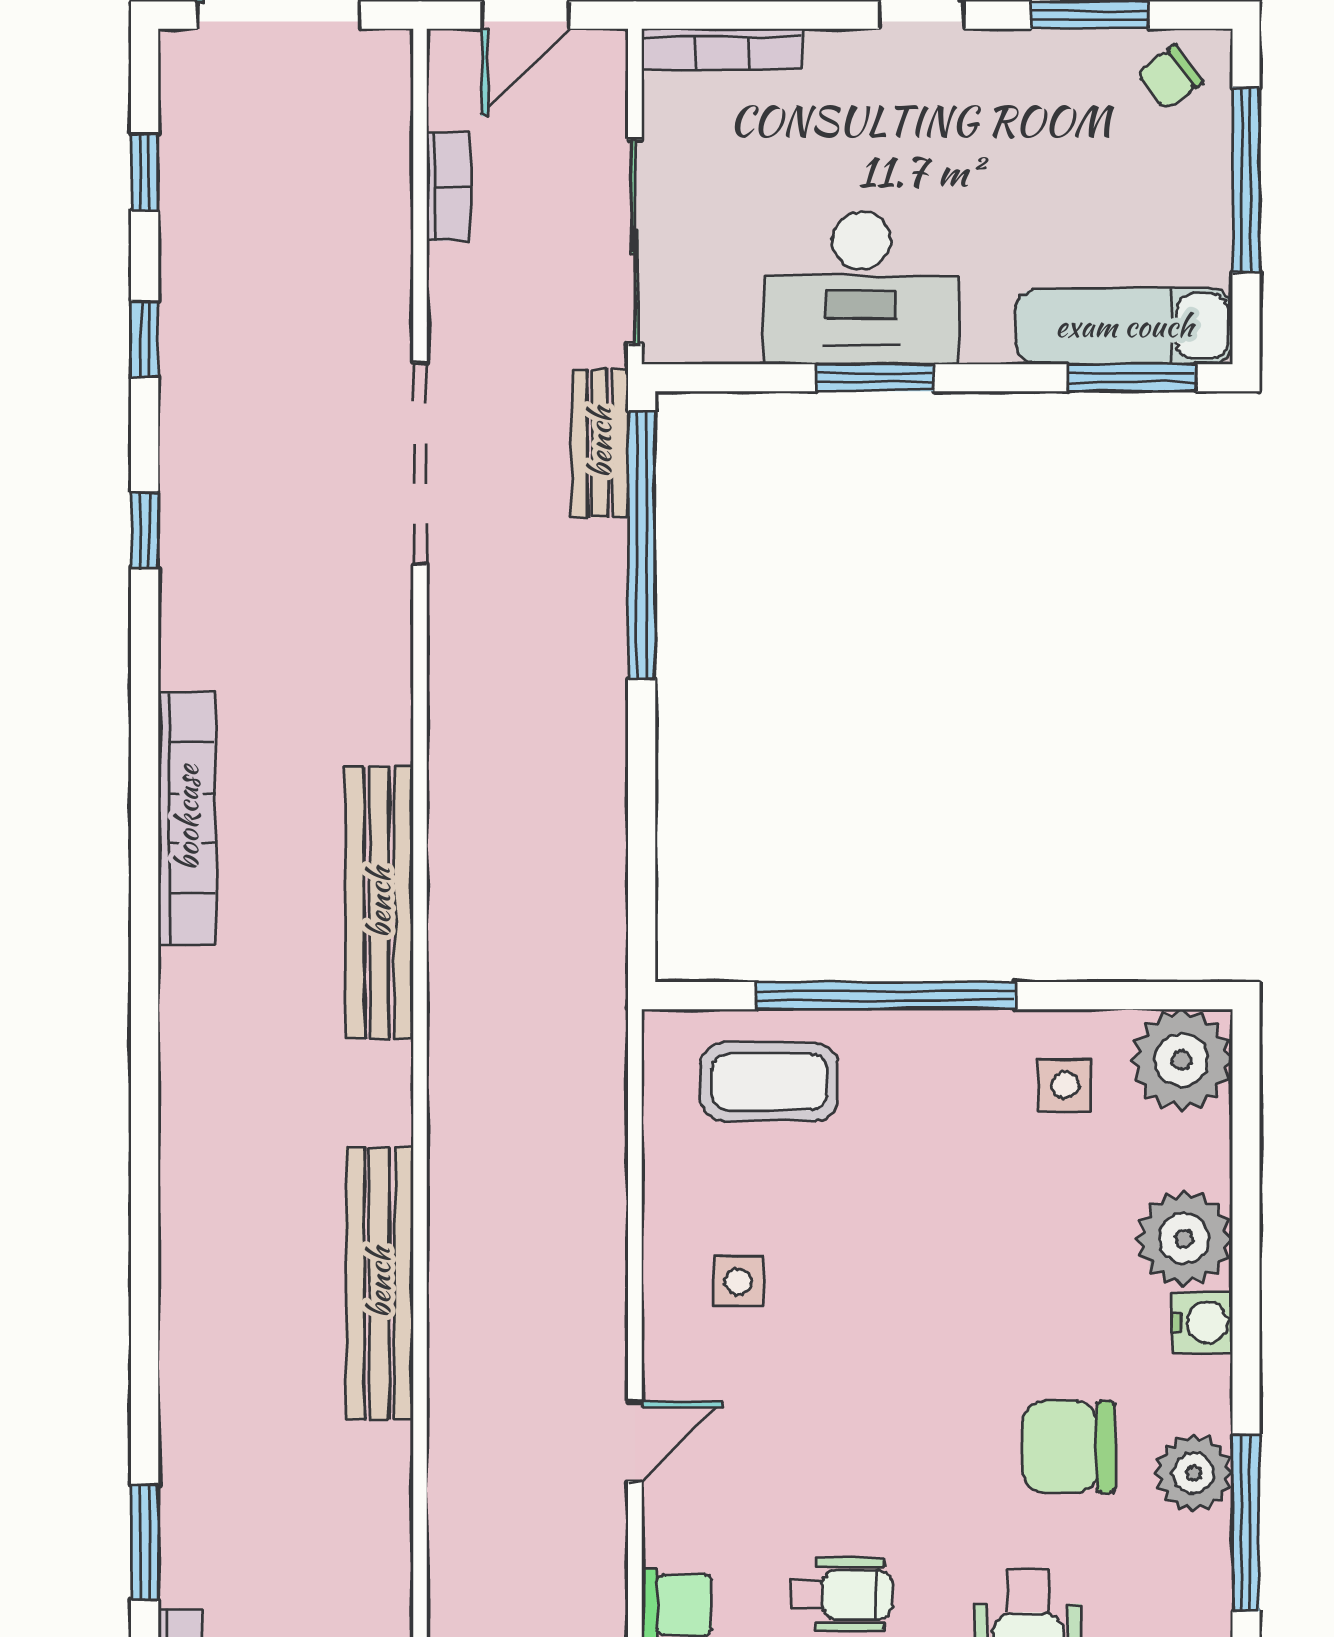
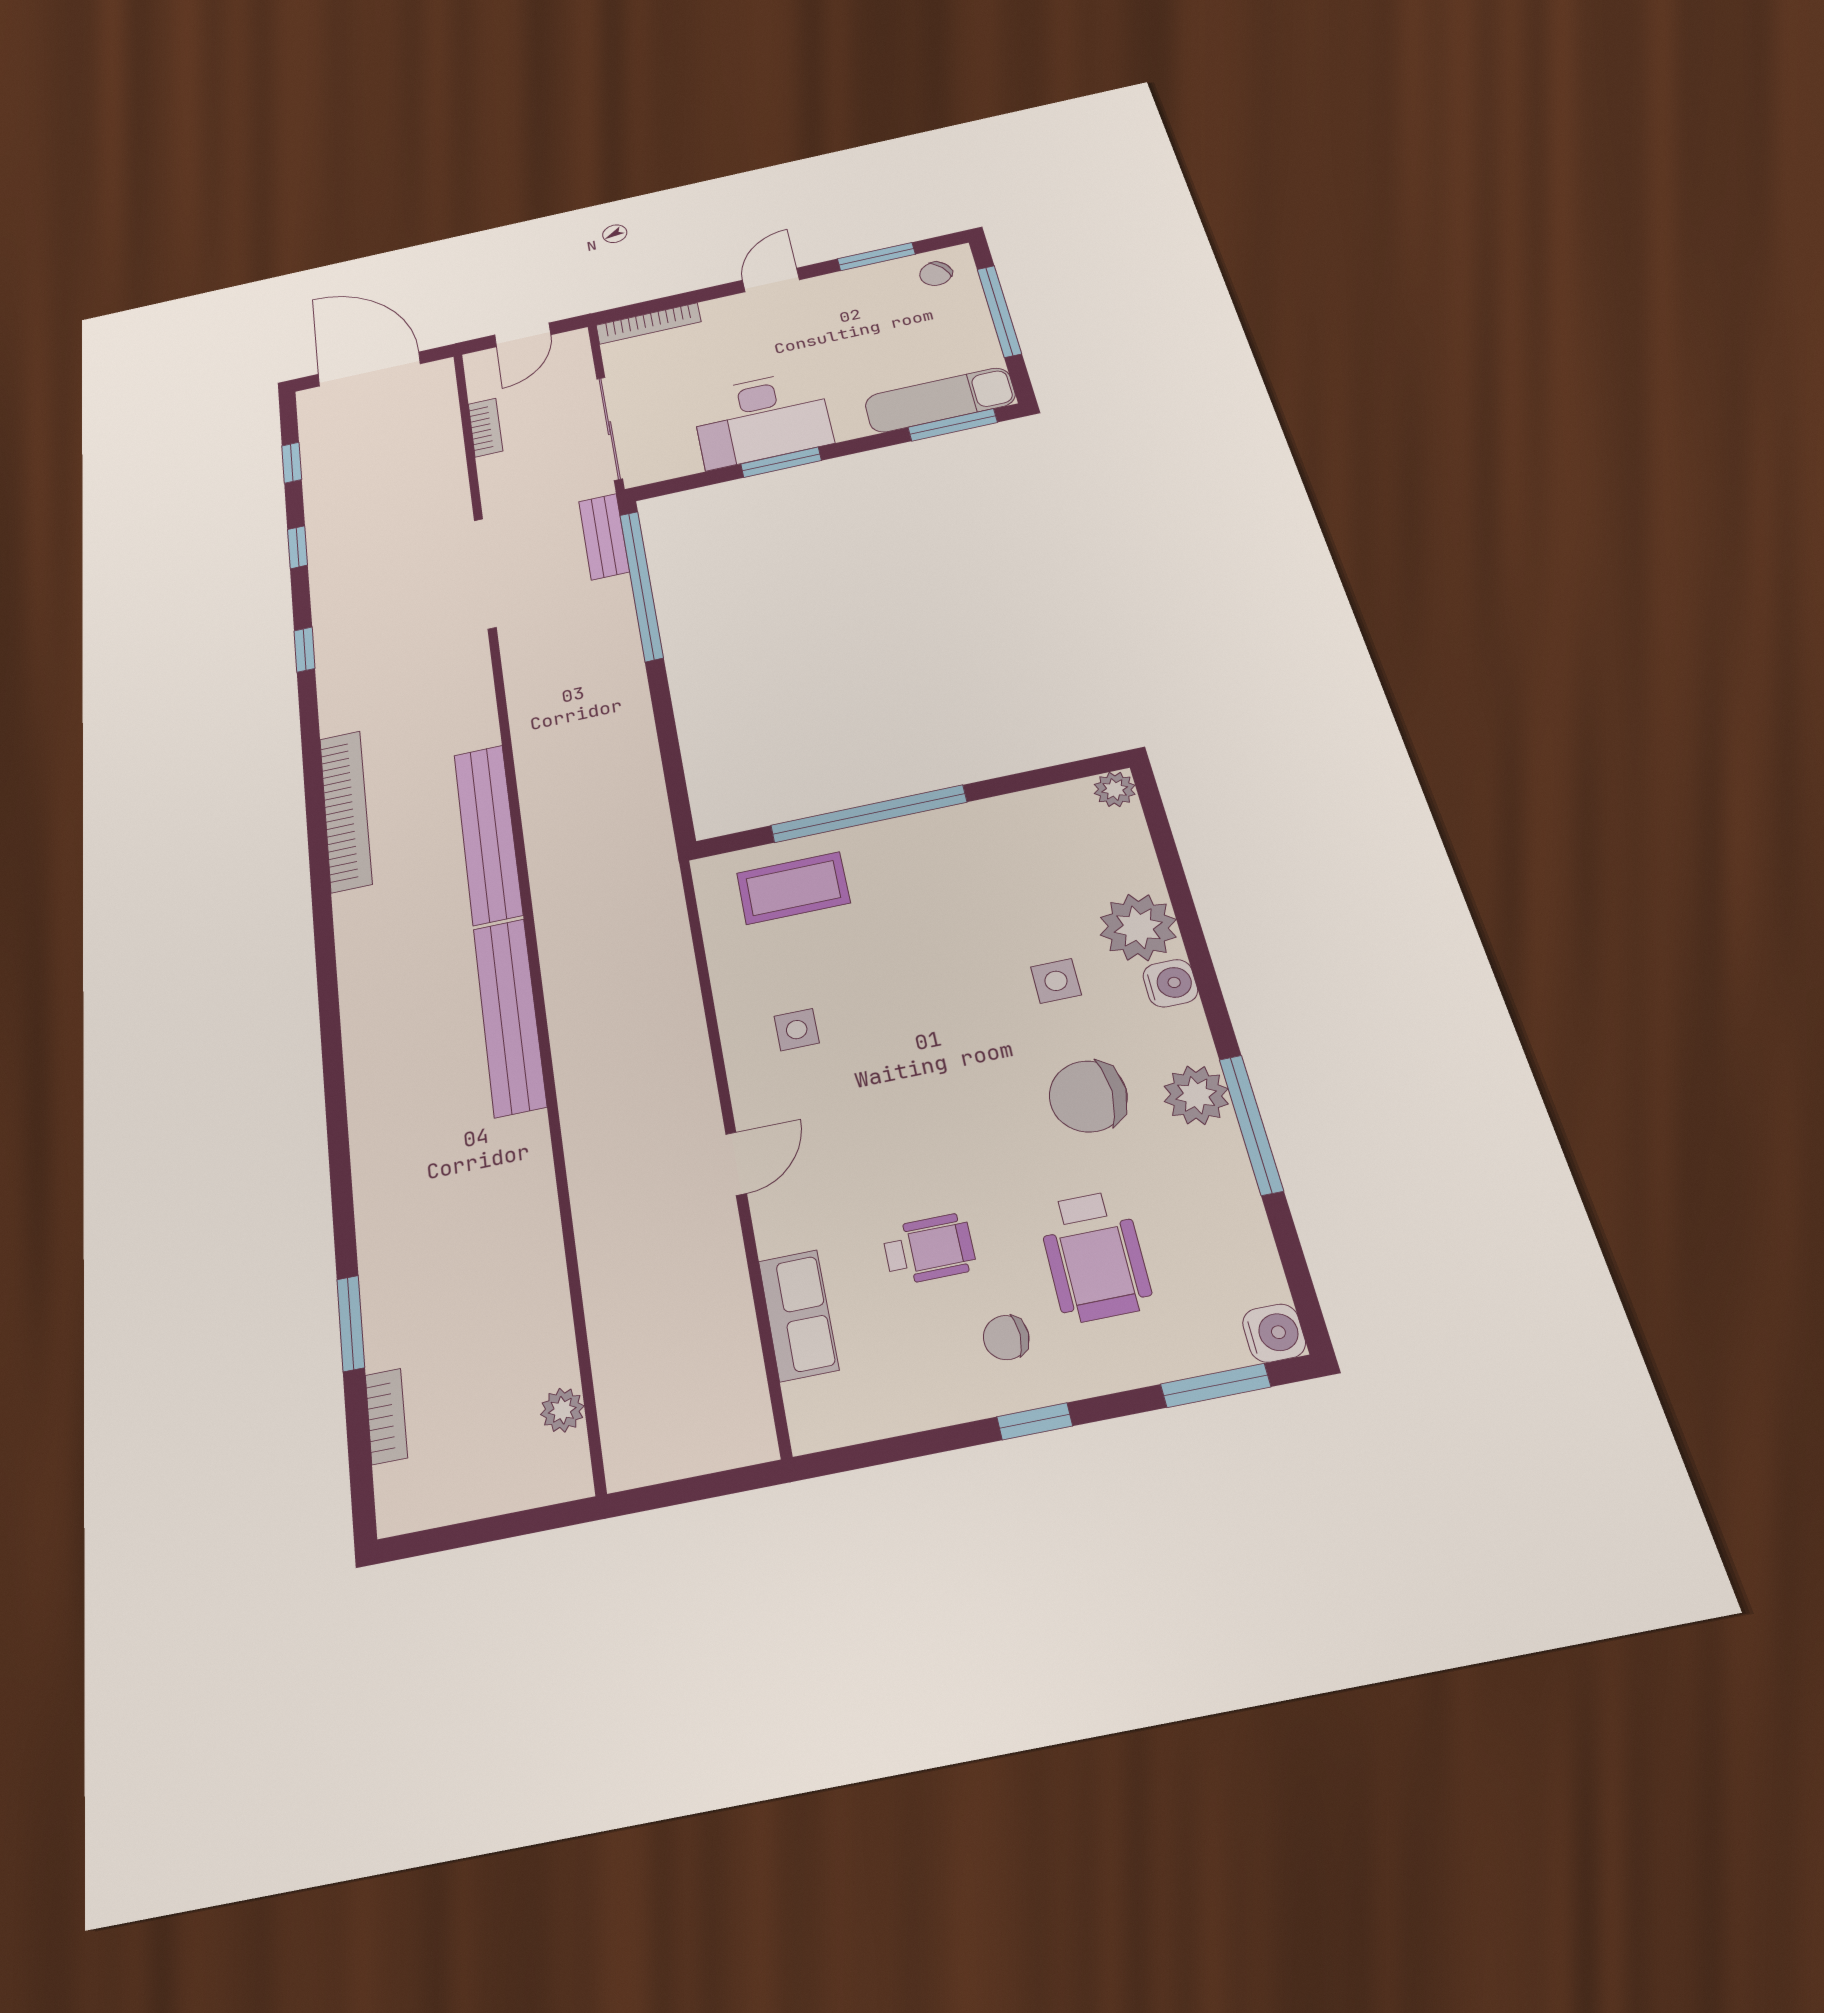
plant: (1181, 1060) -> (1115, 789), width x0.53, depth x0.53
side table: (1065, 1085) -> (1056, 981), moved
bench: (379, 1283) -> (509, 1016), moved

